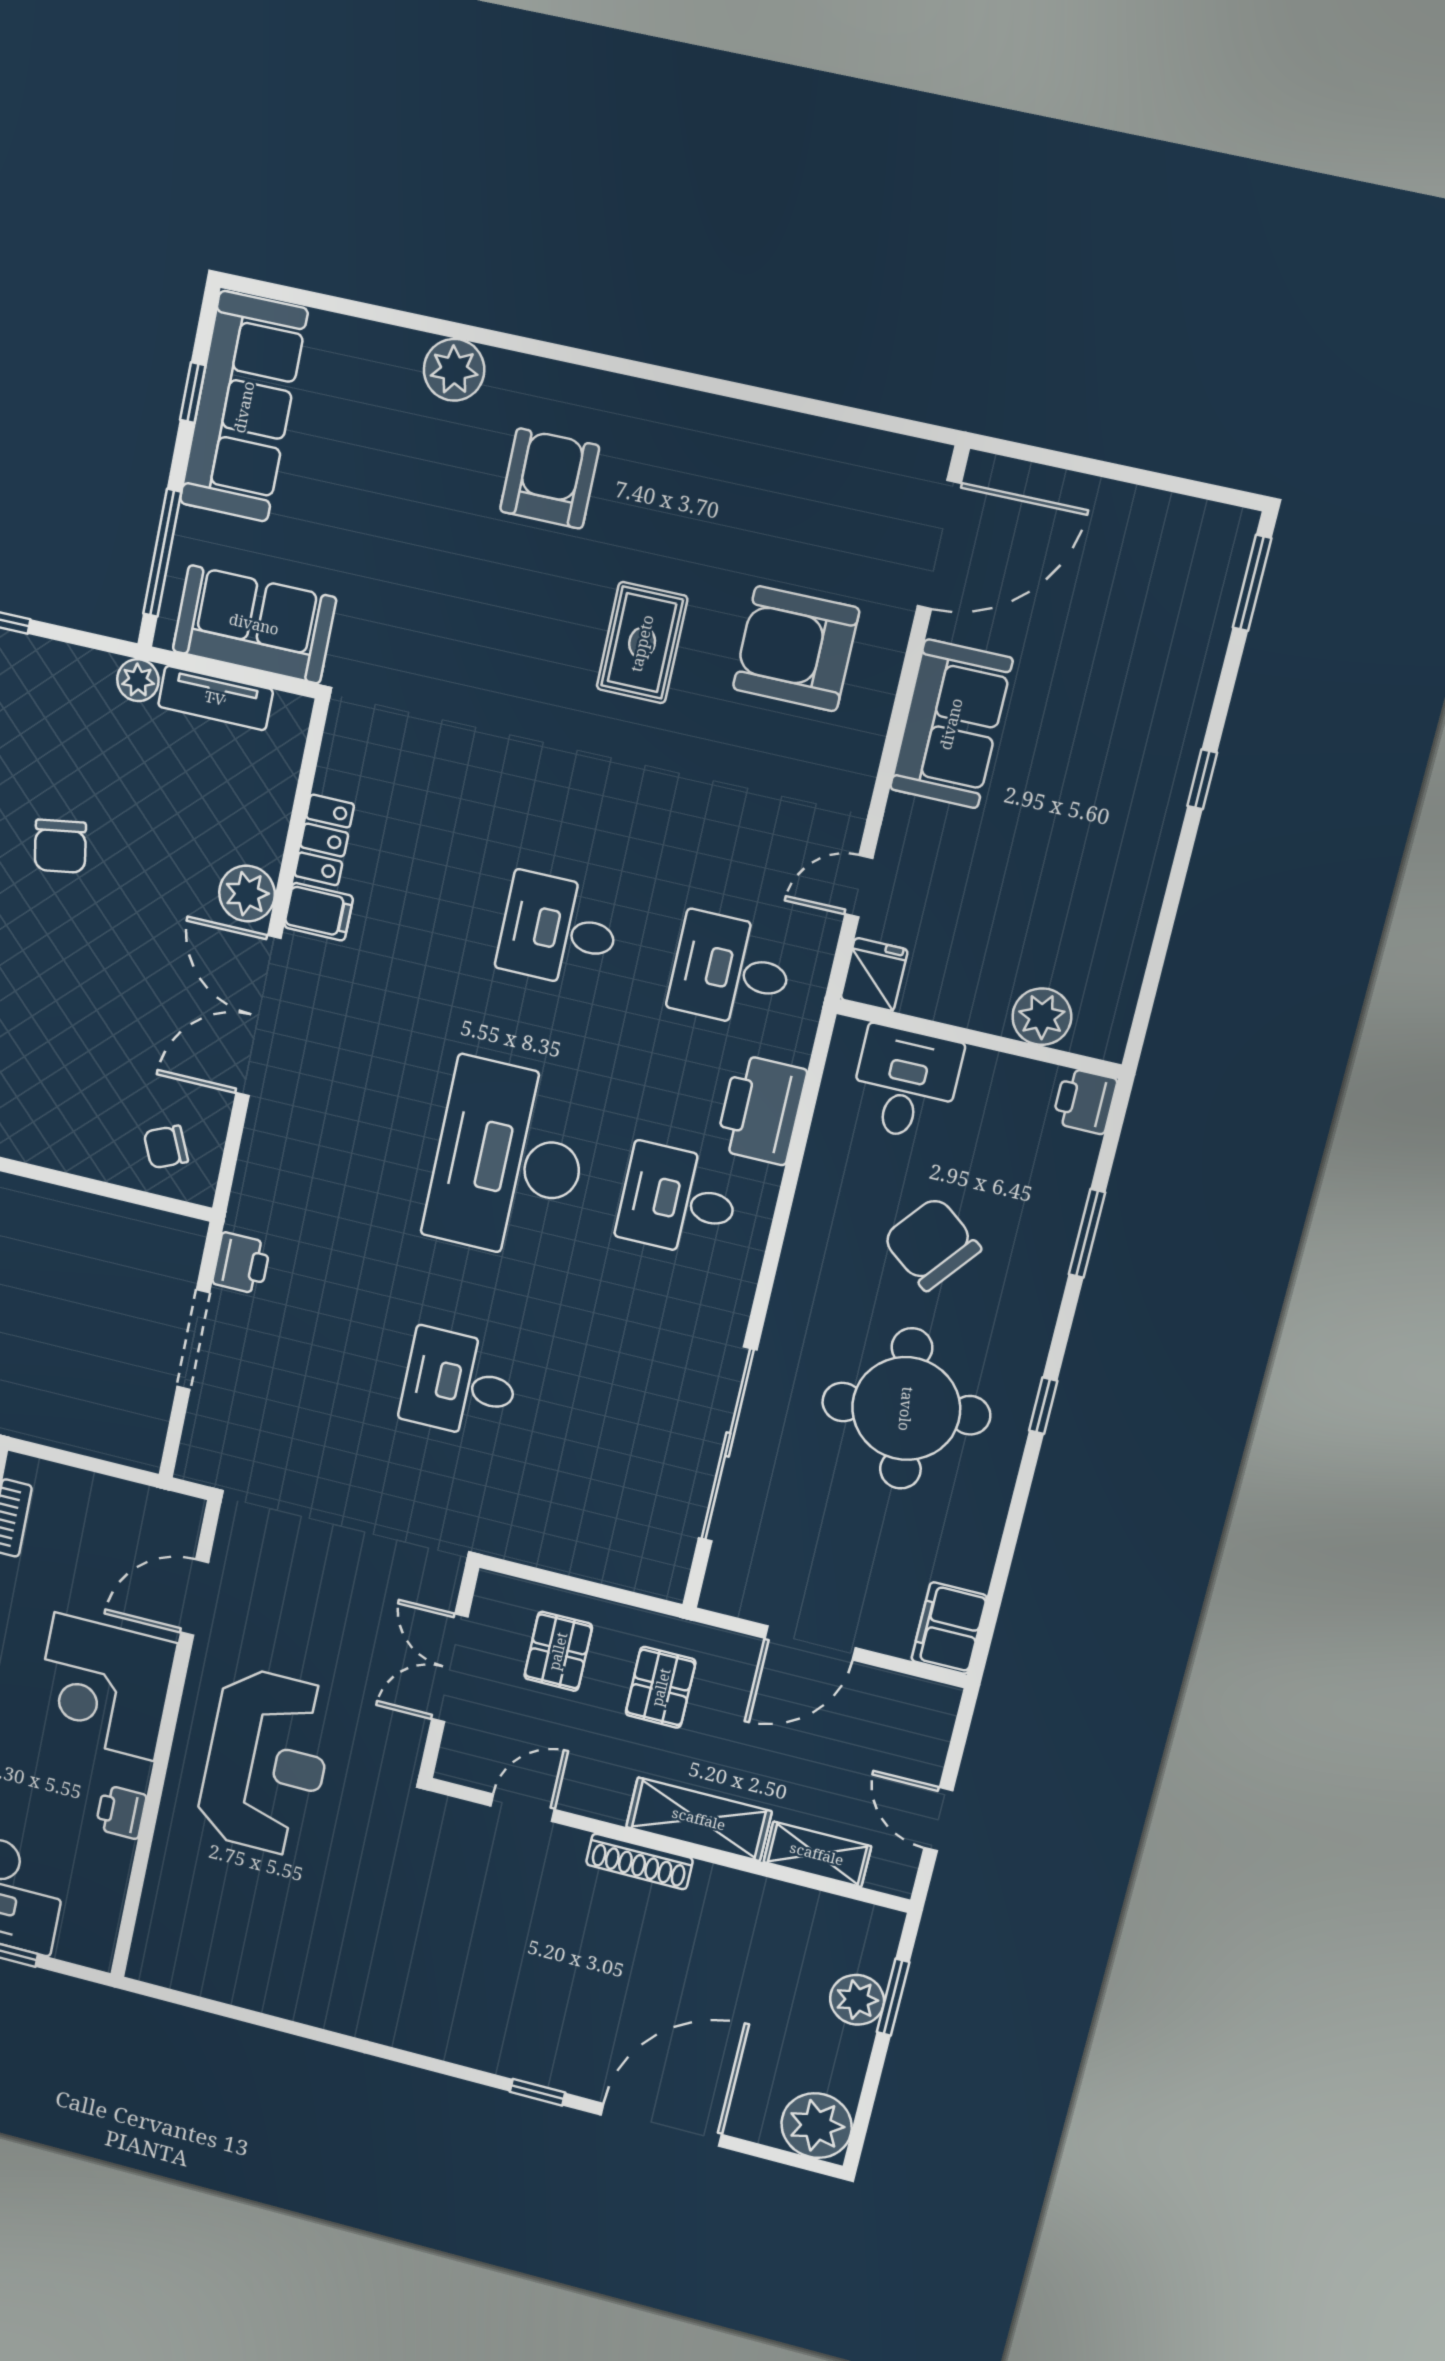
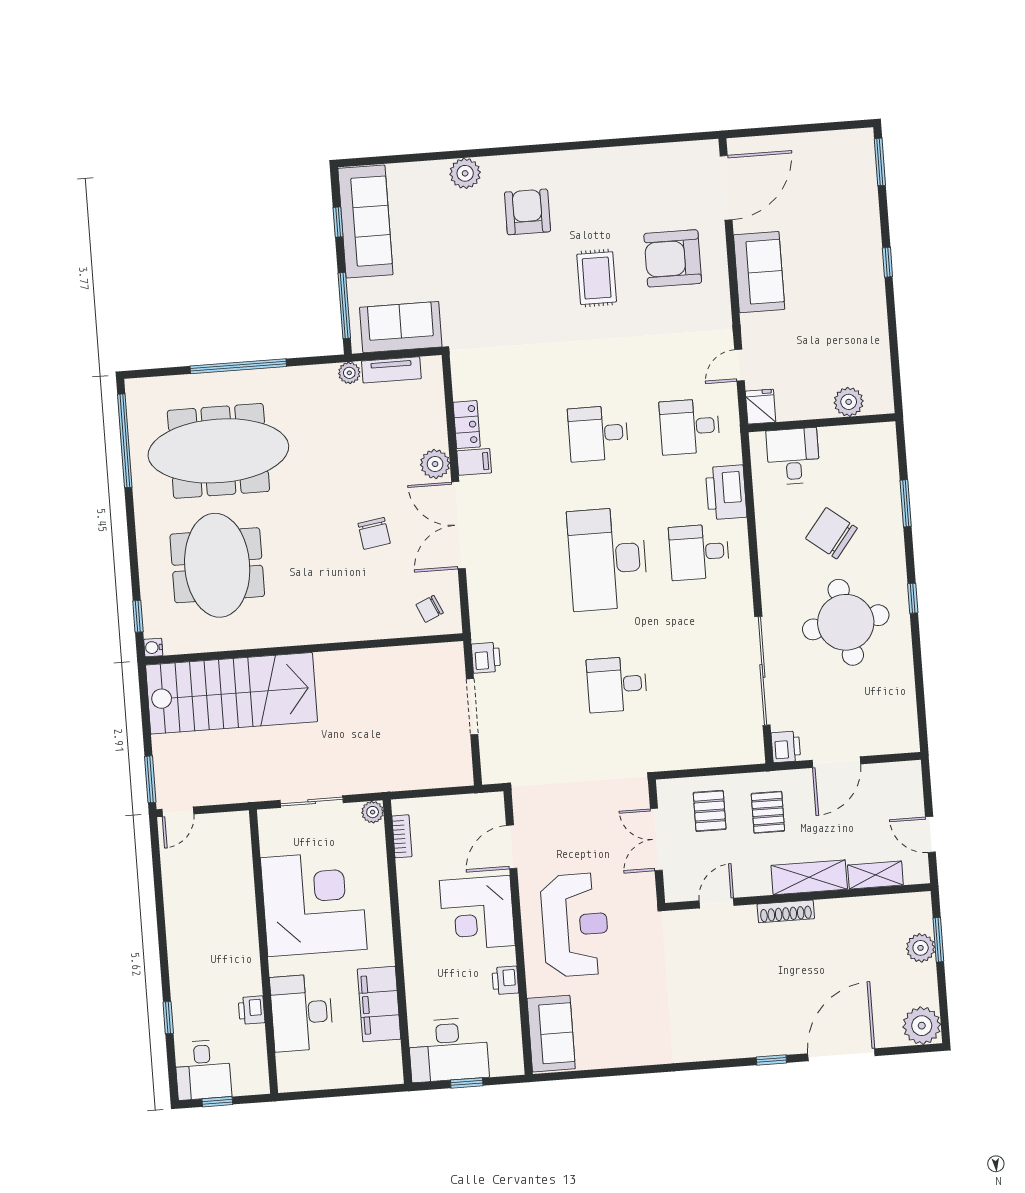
chair: (60, 846) -> (374, 533), moved
printer: (1085, 1101) -> (786, 747), moved, turned 180
filing cabinet: (949, 1628) -> (903, 730), removed
sofa: (174, 1923) -> (551, 1034), added

